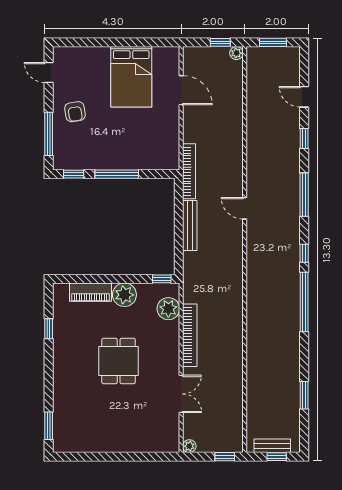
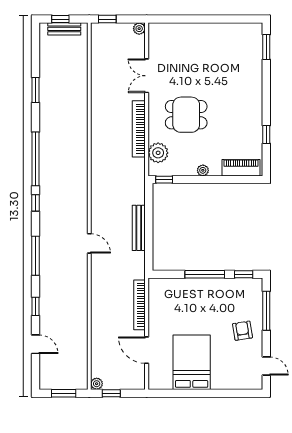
bookcase: (189, 171) -> (139, 305), moved
piano: (91, 292) -> (241, 168), moved
plant: (124, 295) -> (203, 170), width x0.53, depth x0.53
dining table: (119, 361) -> (186, 115), moved, turned 90
window: (304, 395) -> (35, 90), moved

